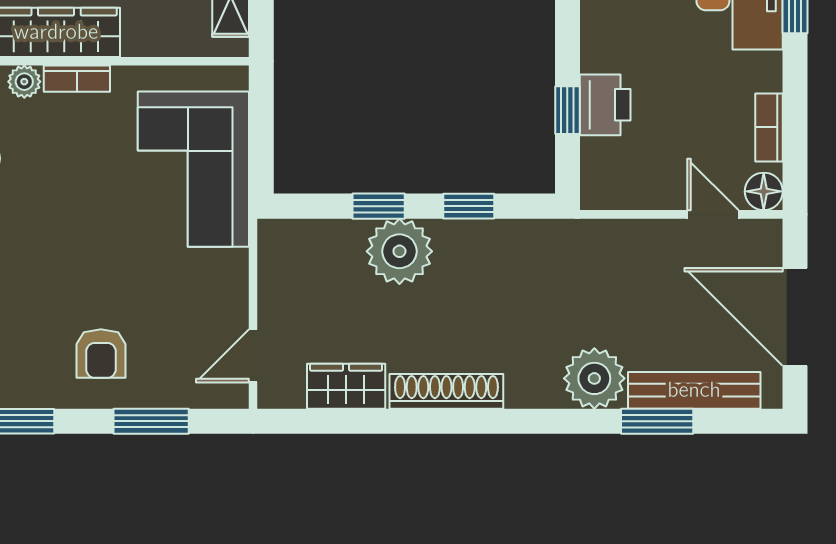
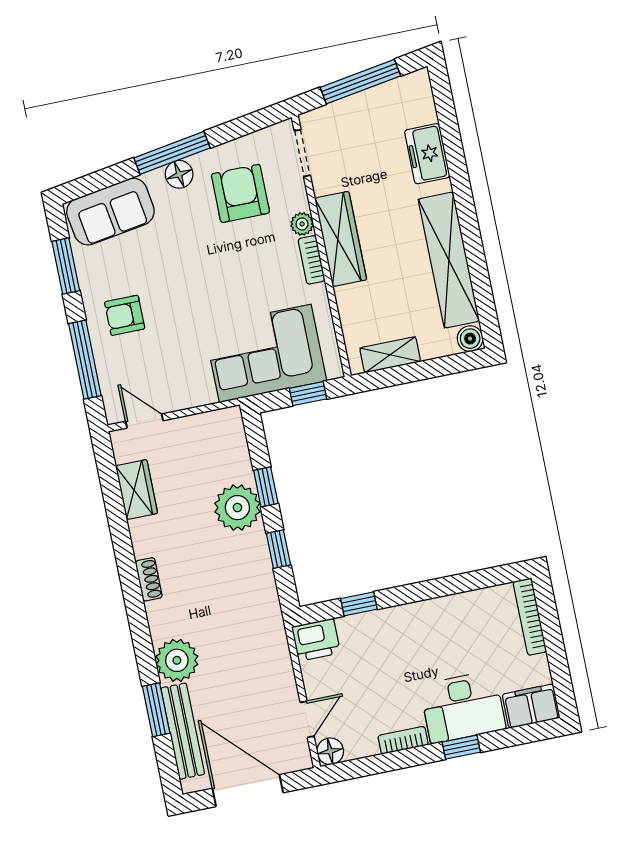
printer: (605, 105) -> (316, 640), moved
window: (261, 121) -> (308, 394), added
bookcase: (769, 127) -> (403, 740), moved
door: (795, 317) -> (248, 791), hinge flipped
shoe rack: (446, 391) -> (149, 579), width x0.51, depth x0.81
window: (151, 421) -> (85, 360), width x1.44

